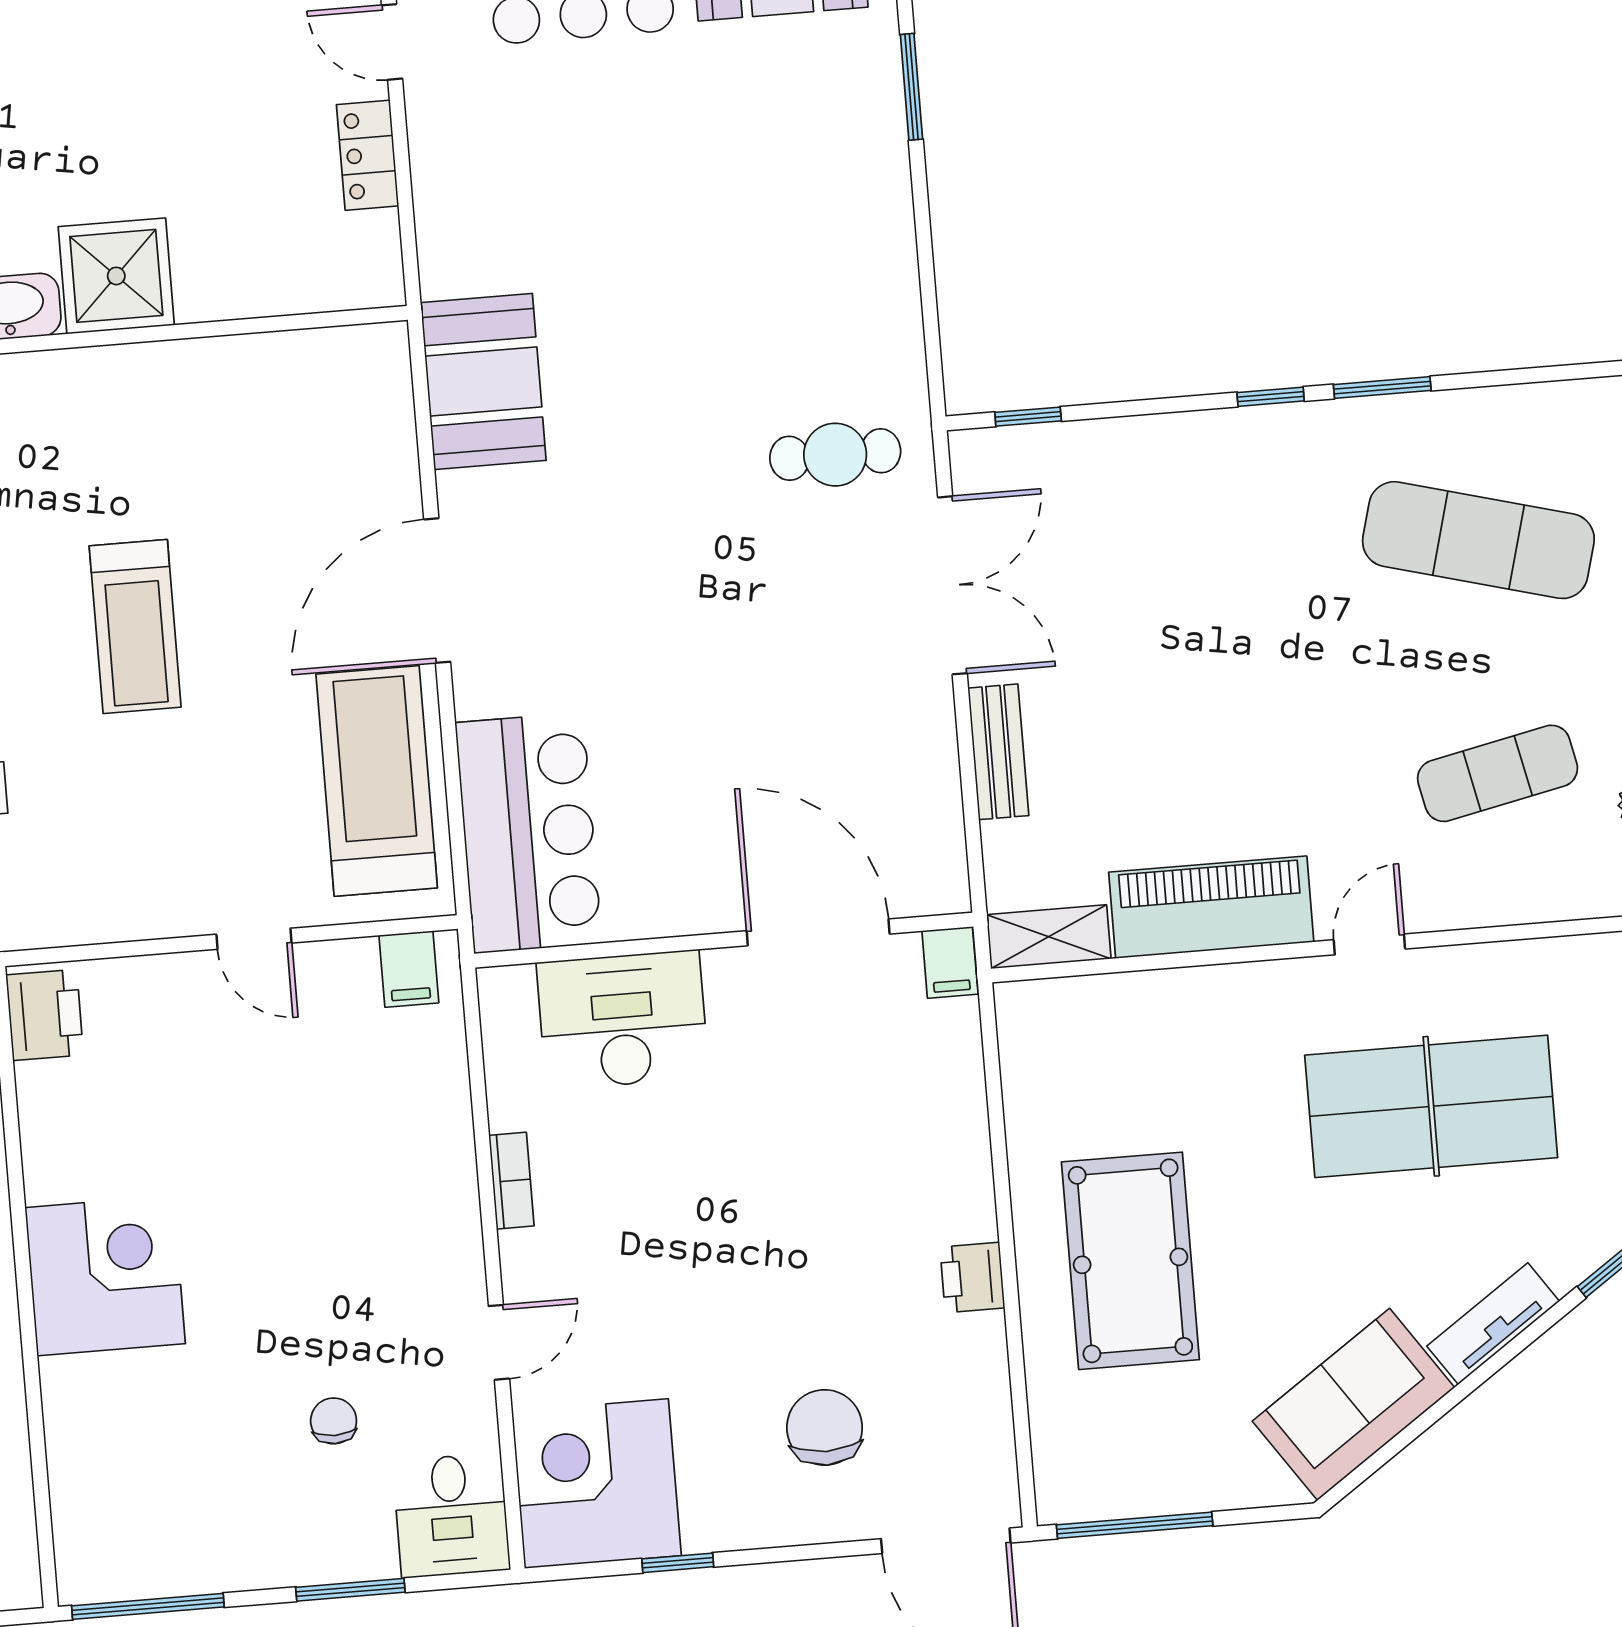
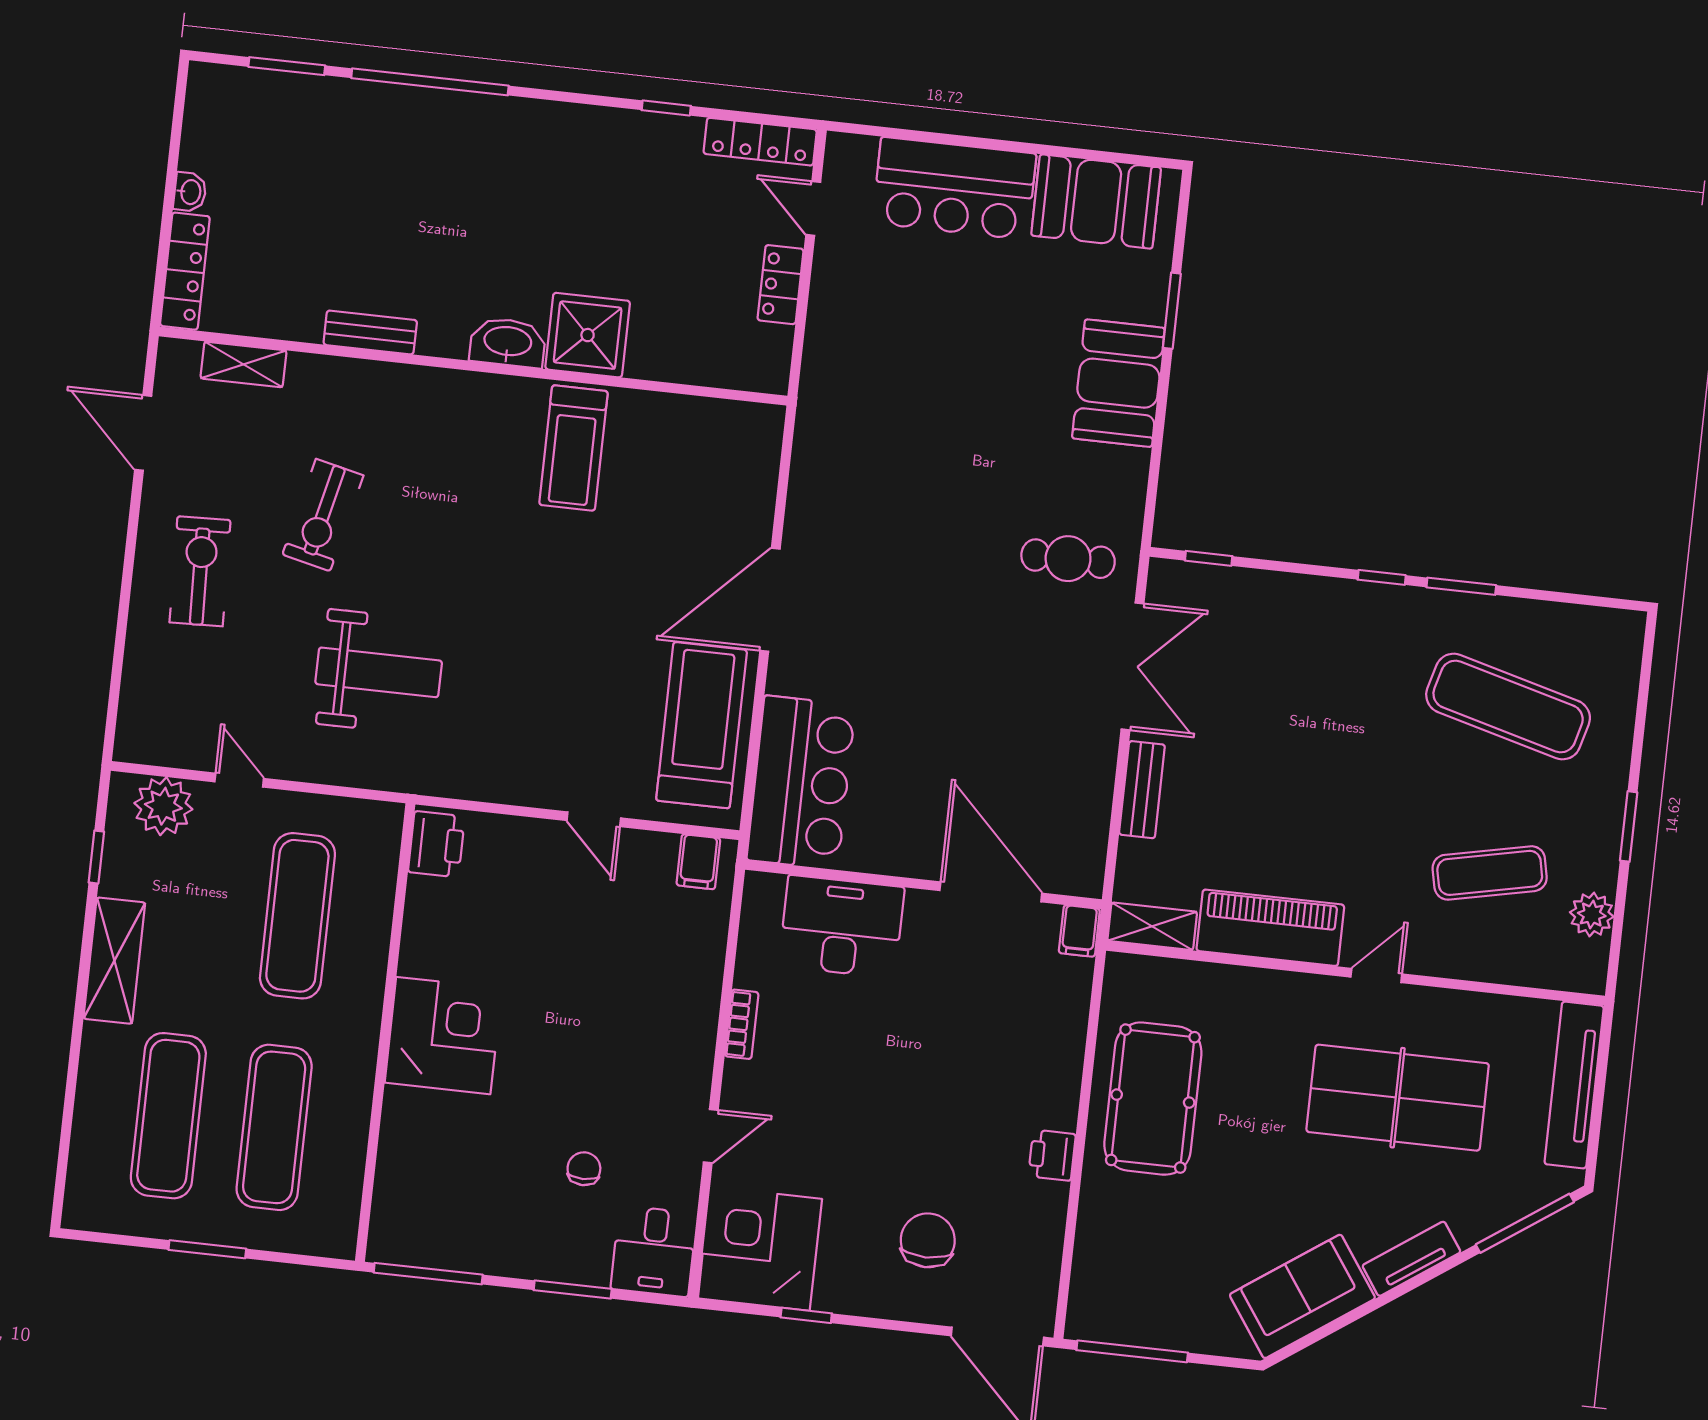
booth: (483, 381) -> (1118, 383), moved
treadmill: (135, 627) -> (573, 448), moved
pool table: (1130, 1261) -> (1153, 1099), moved

